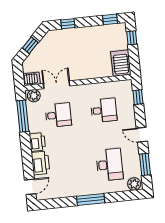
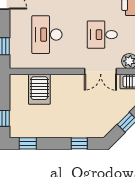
server rack: (121, 63) -> (39, 89), moved
desk: (104, 110) -> (47, 35), width x1.37

